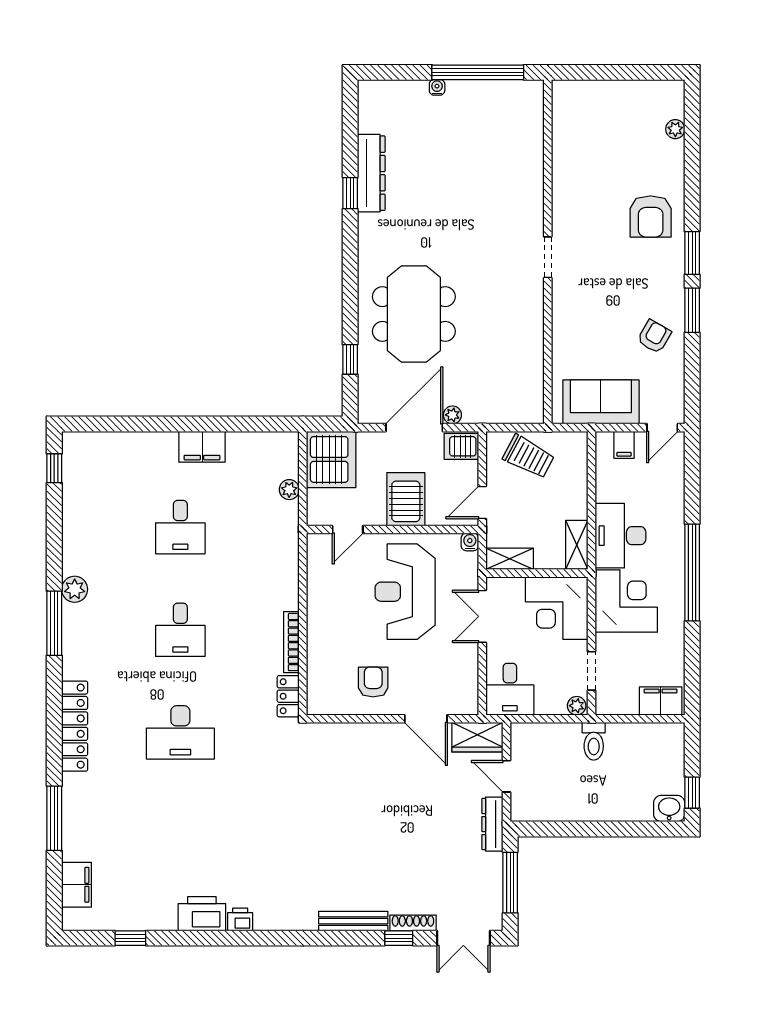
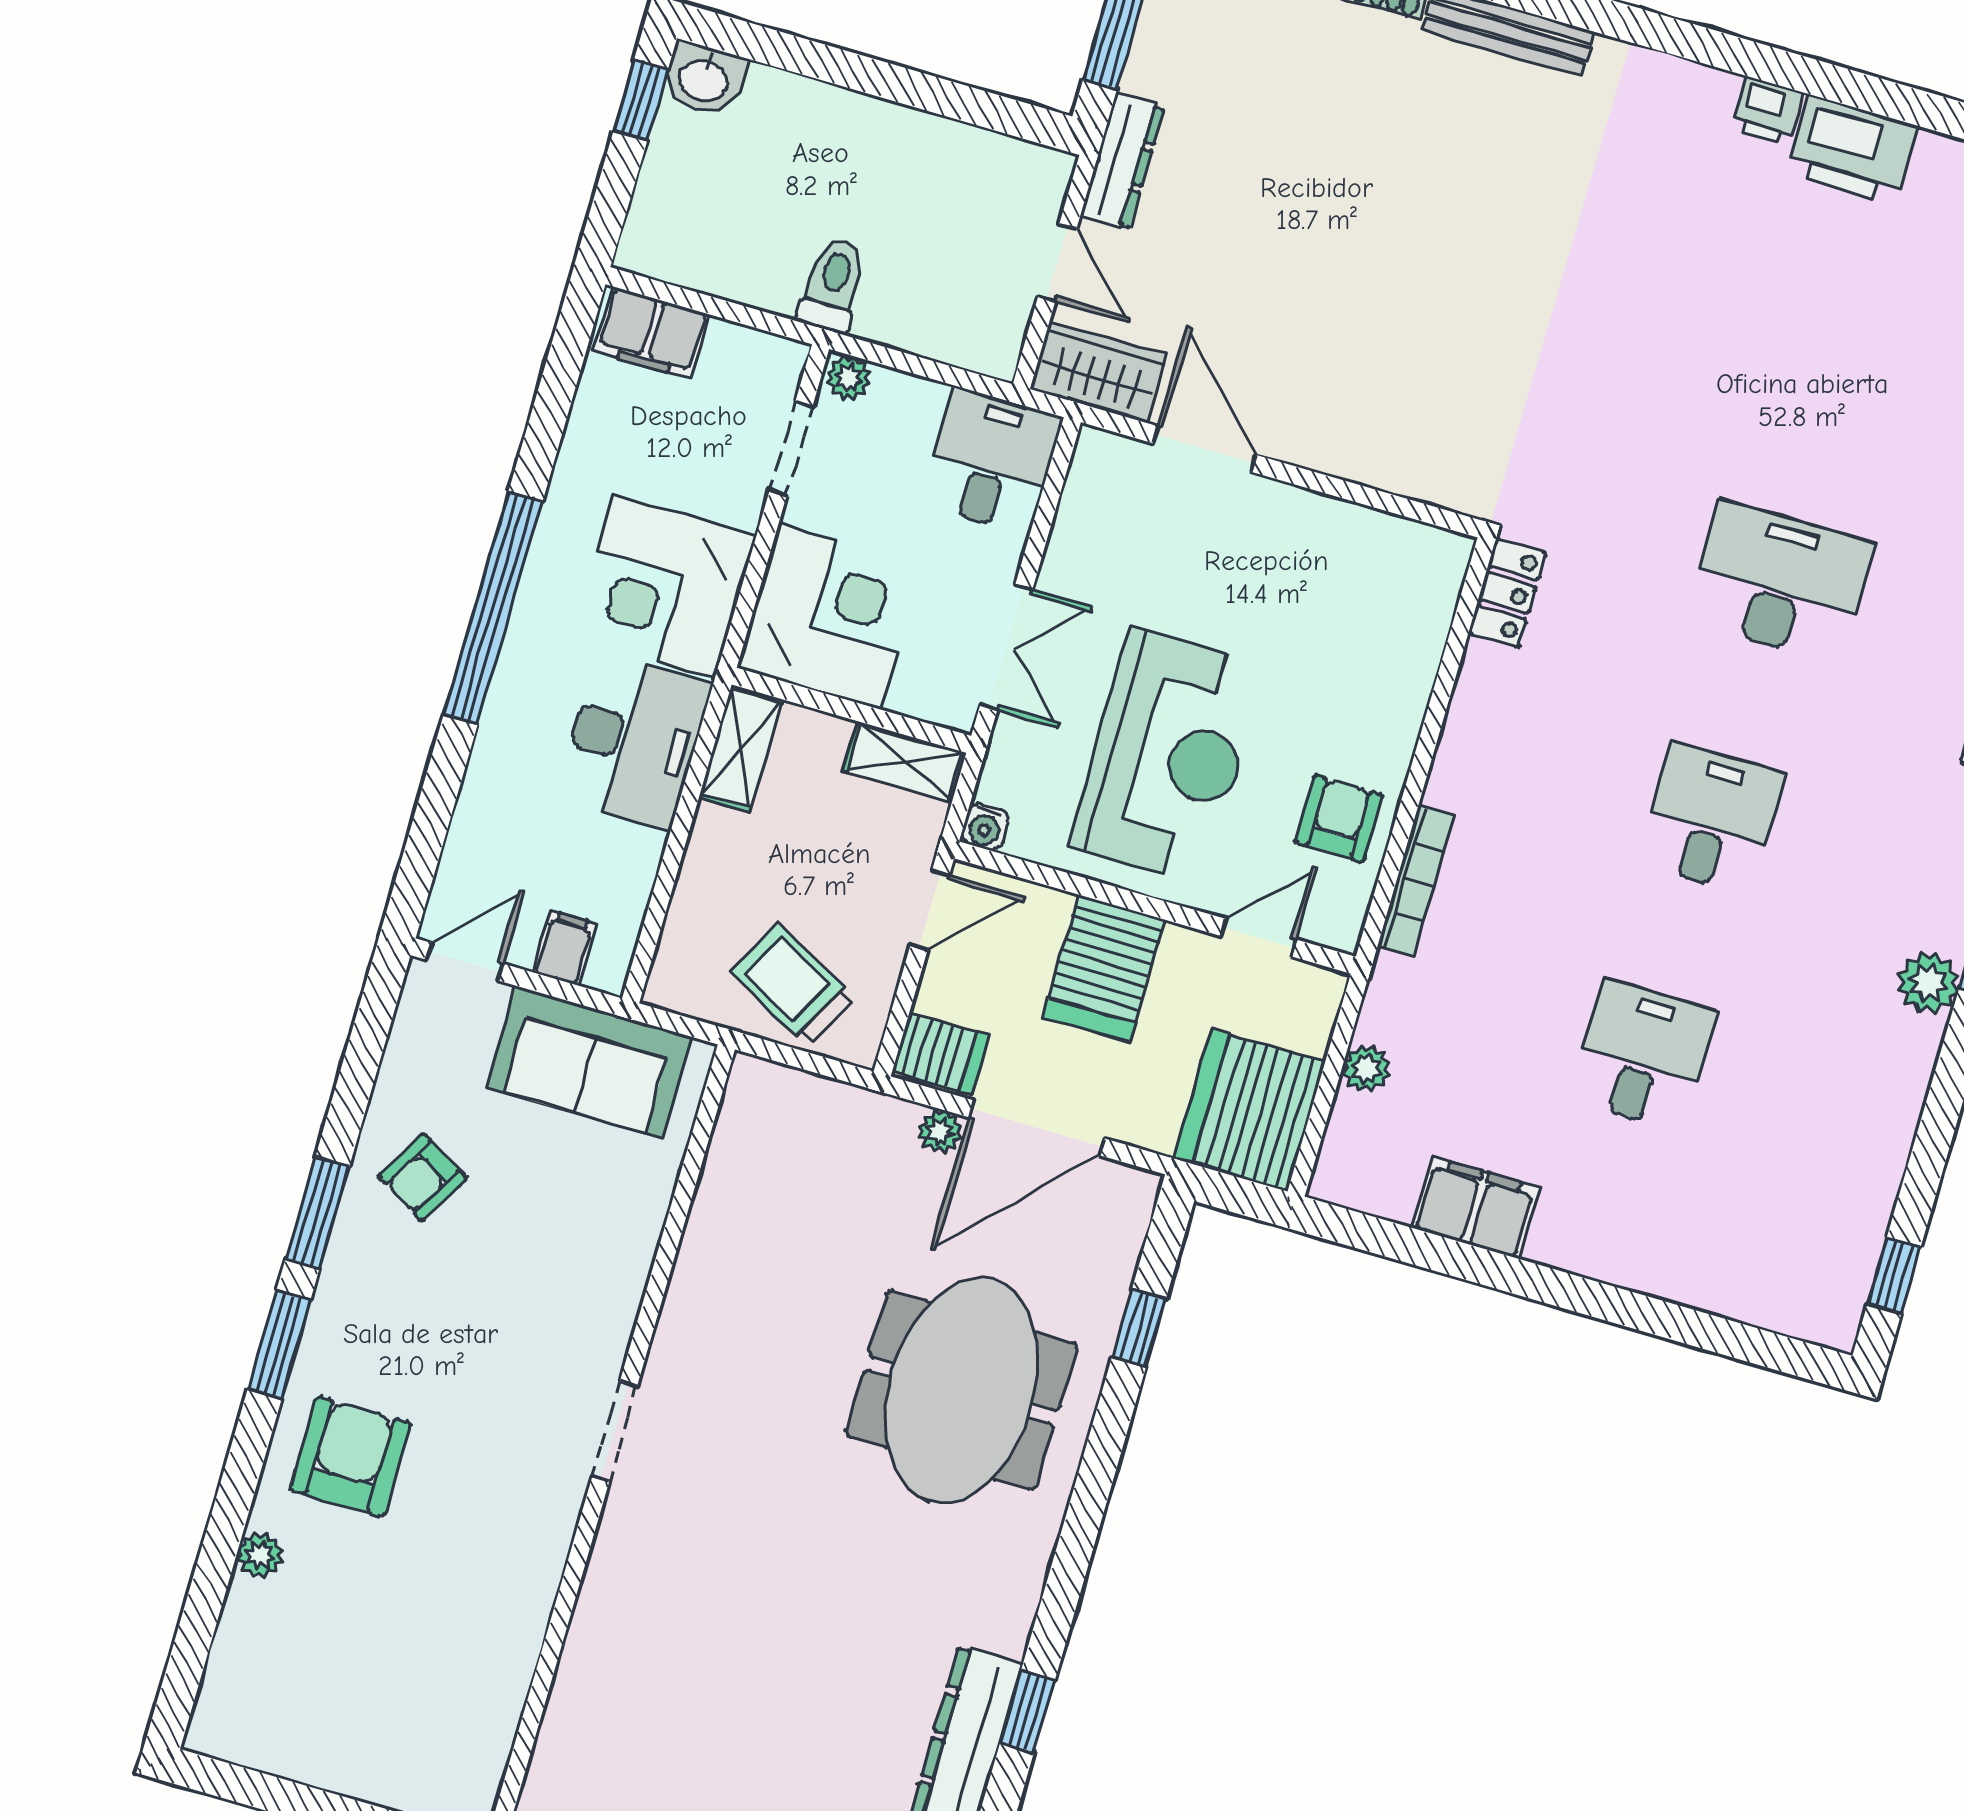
plant: (675, 129) -> (260, 1555), moved
filing cabinet: (202, 447) -> (1476, 1208), moved
bookcase: (291, 642) -> (1416, 881), moved
armchair: (373, 682) -> (1339, 819), moved, turned 180

